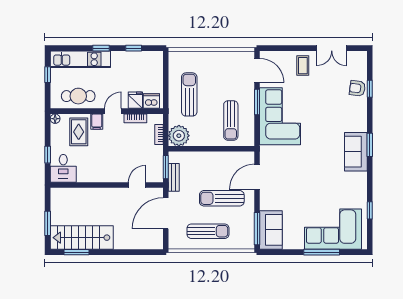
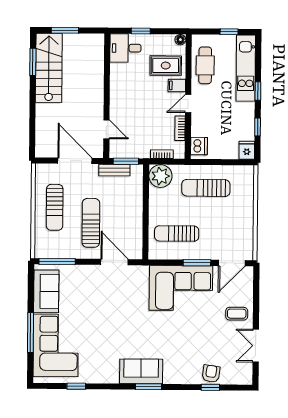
sun lounger: (189, 94) -> (206, 188), turned 180
fridge: (135, 100) -> (247, 150), moved, turned -90
door: (113, 111) -> (188, 103), swing flipped
sofa: (271, 230) -> (46, 291), moved, turned -90

